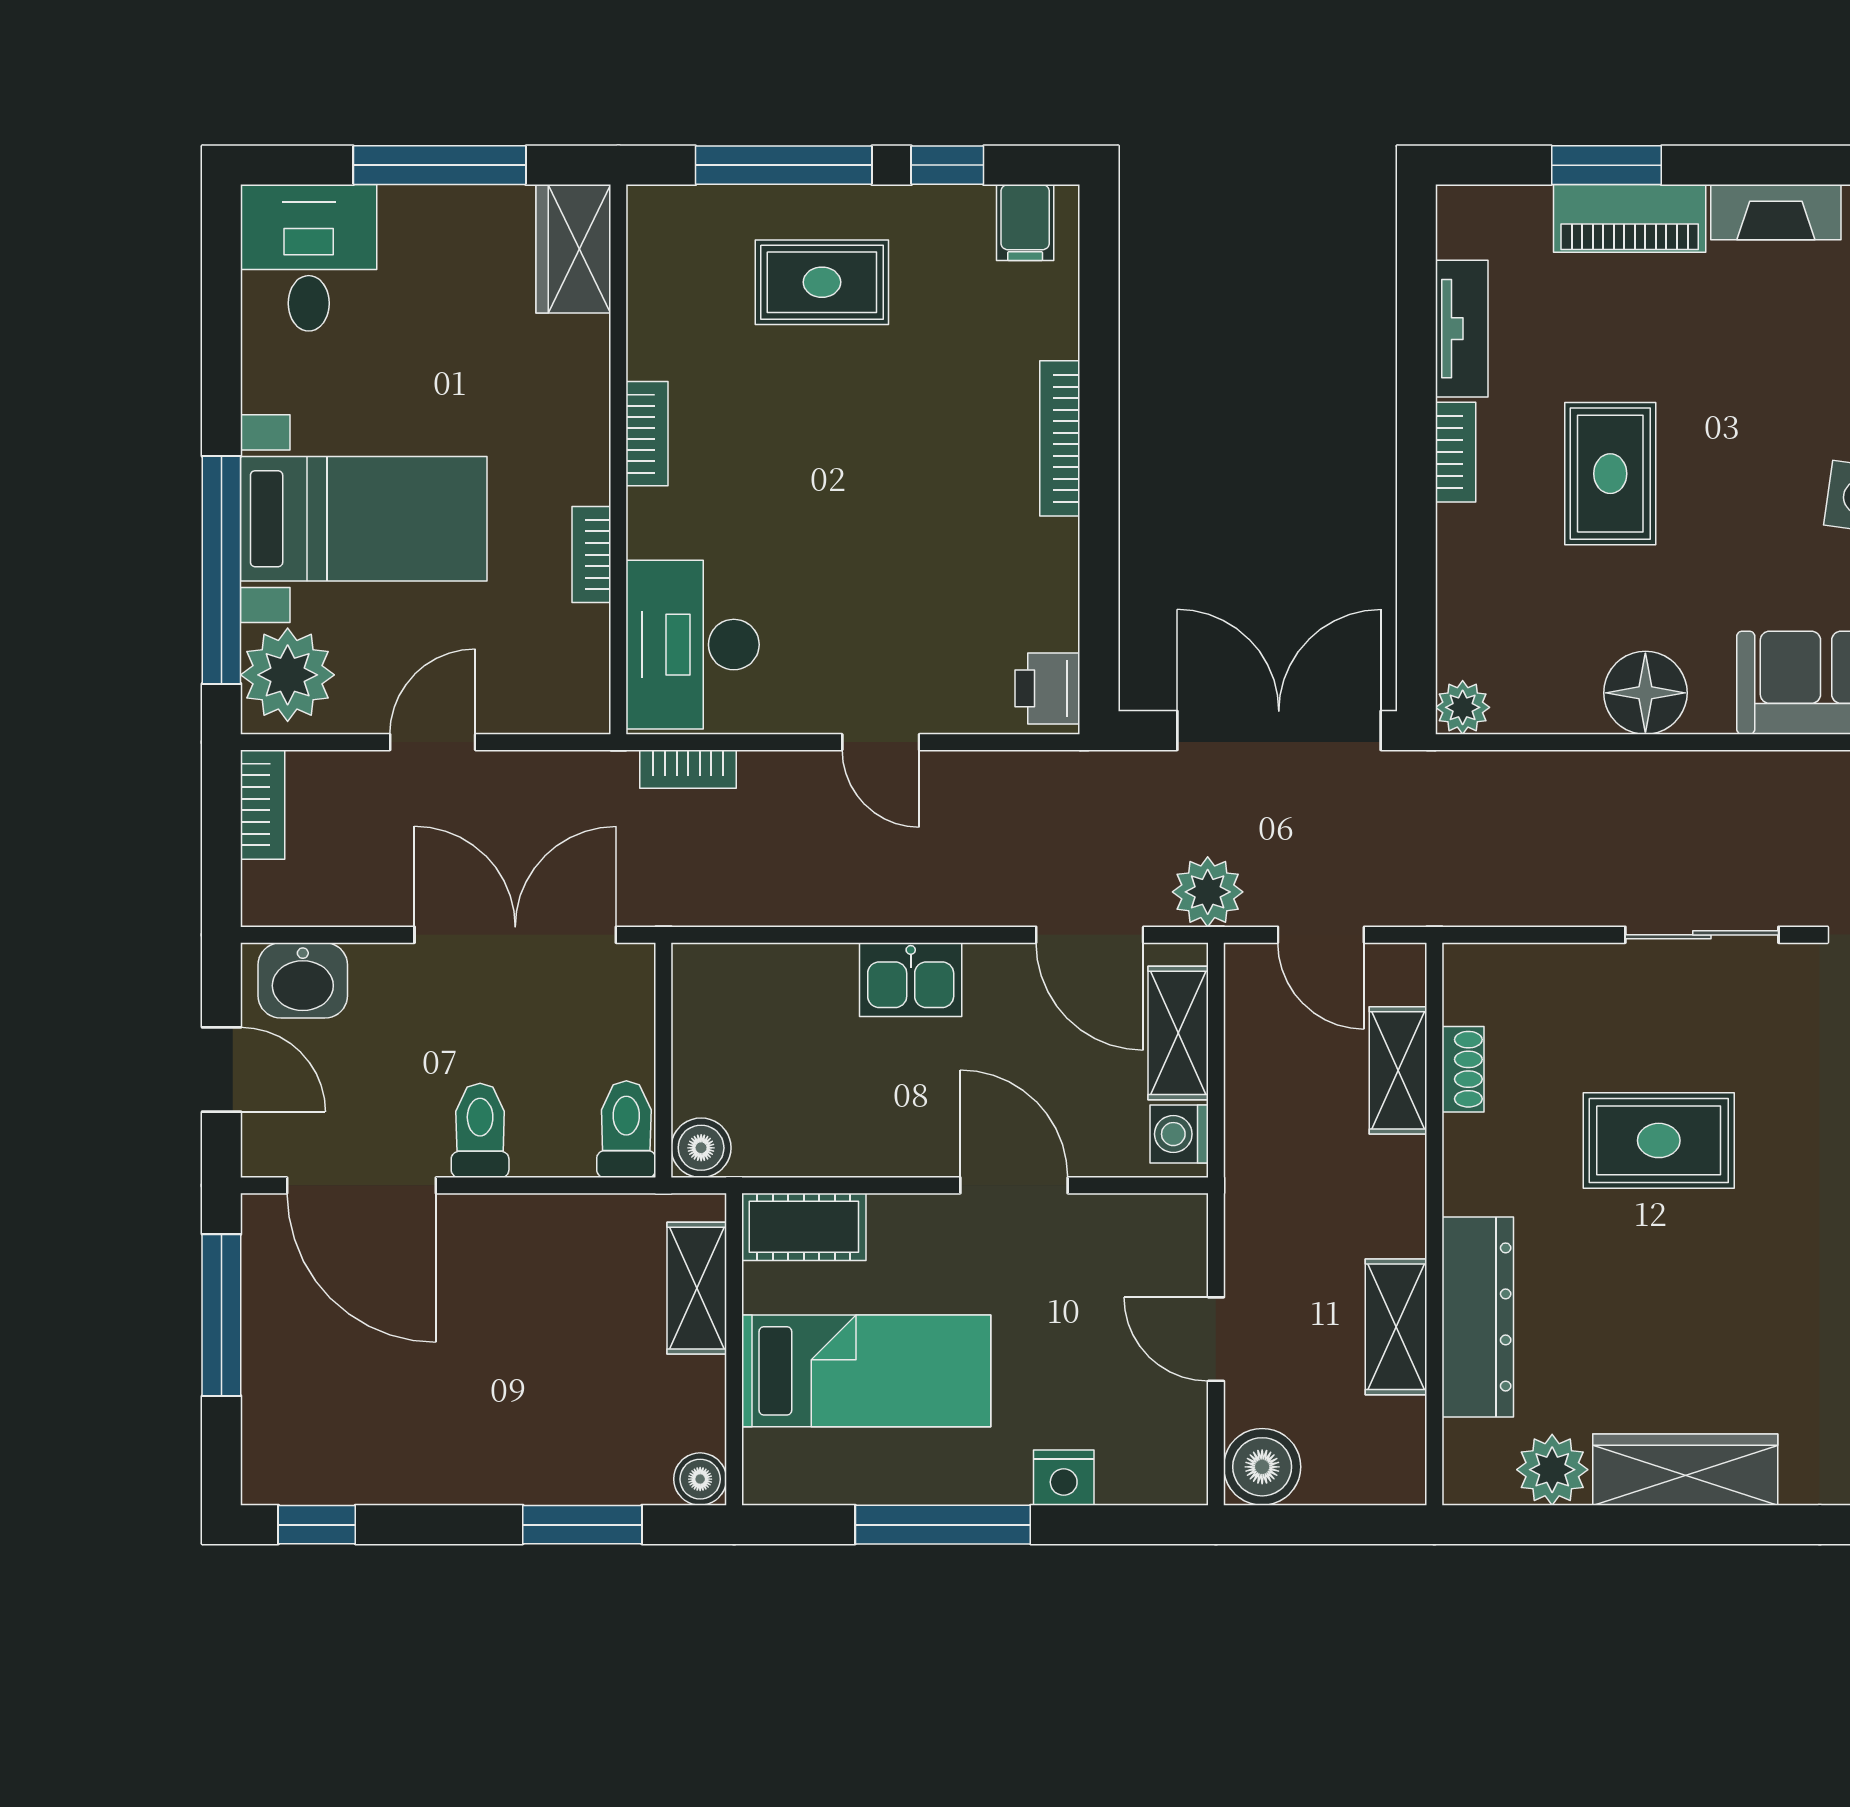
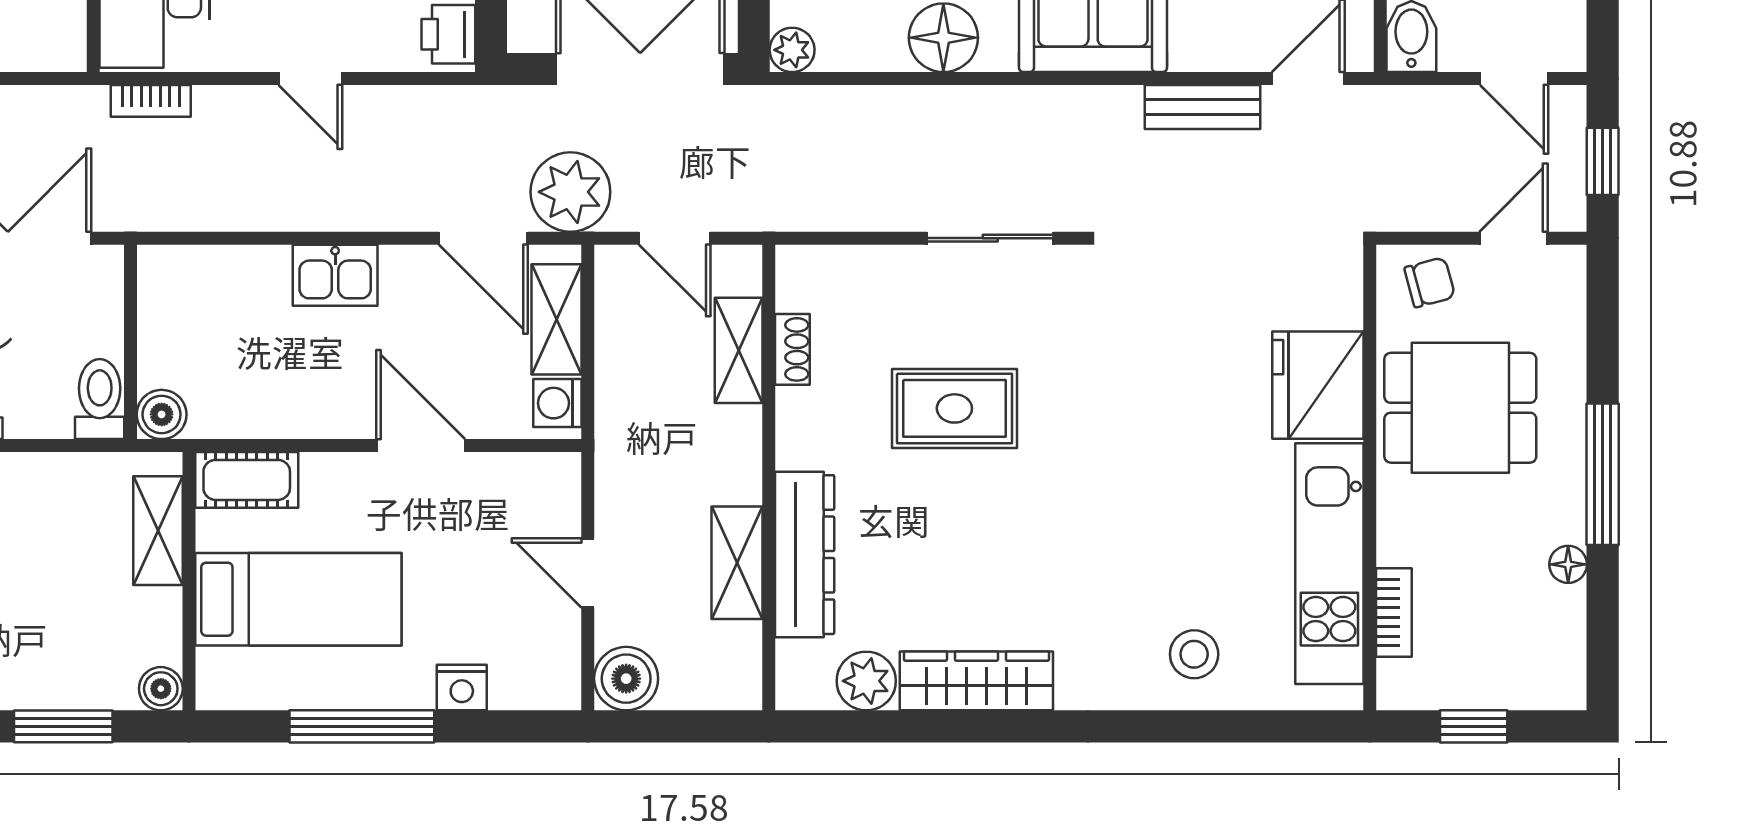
plant: (1208, 892) -> (570, 192), width x1.36, depth x1.36

